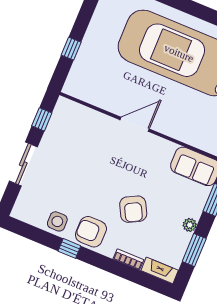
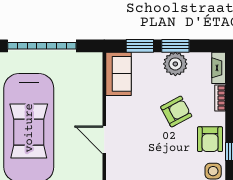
plant: (190, 225) -> (175, 64), width x1.87, depth x1.87
window: (194, 250) -> (175, 46), moved

